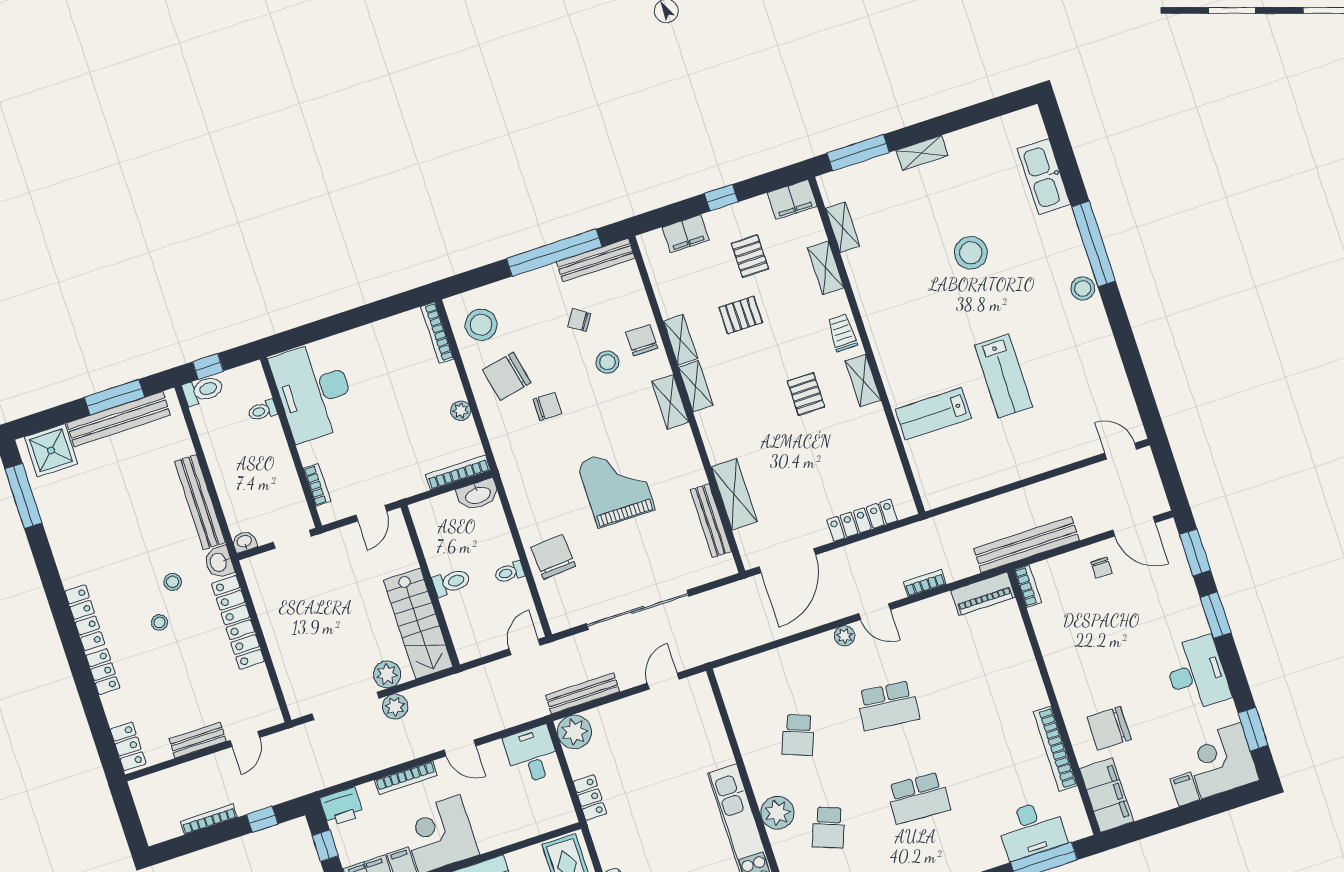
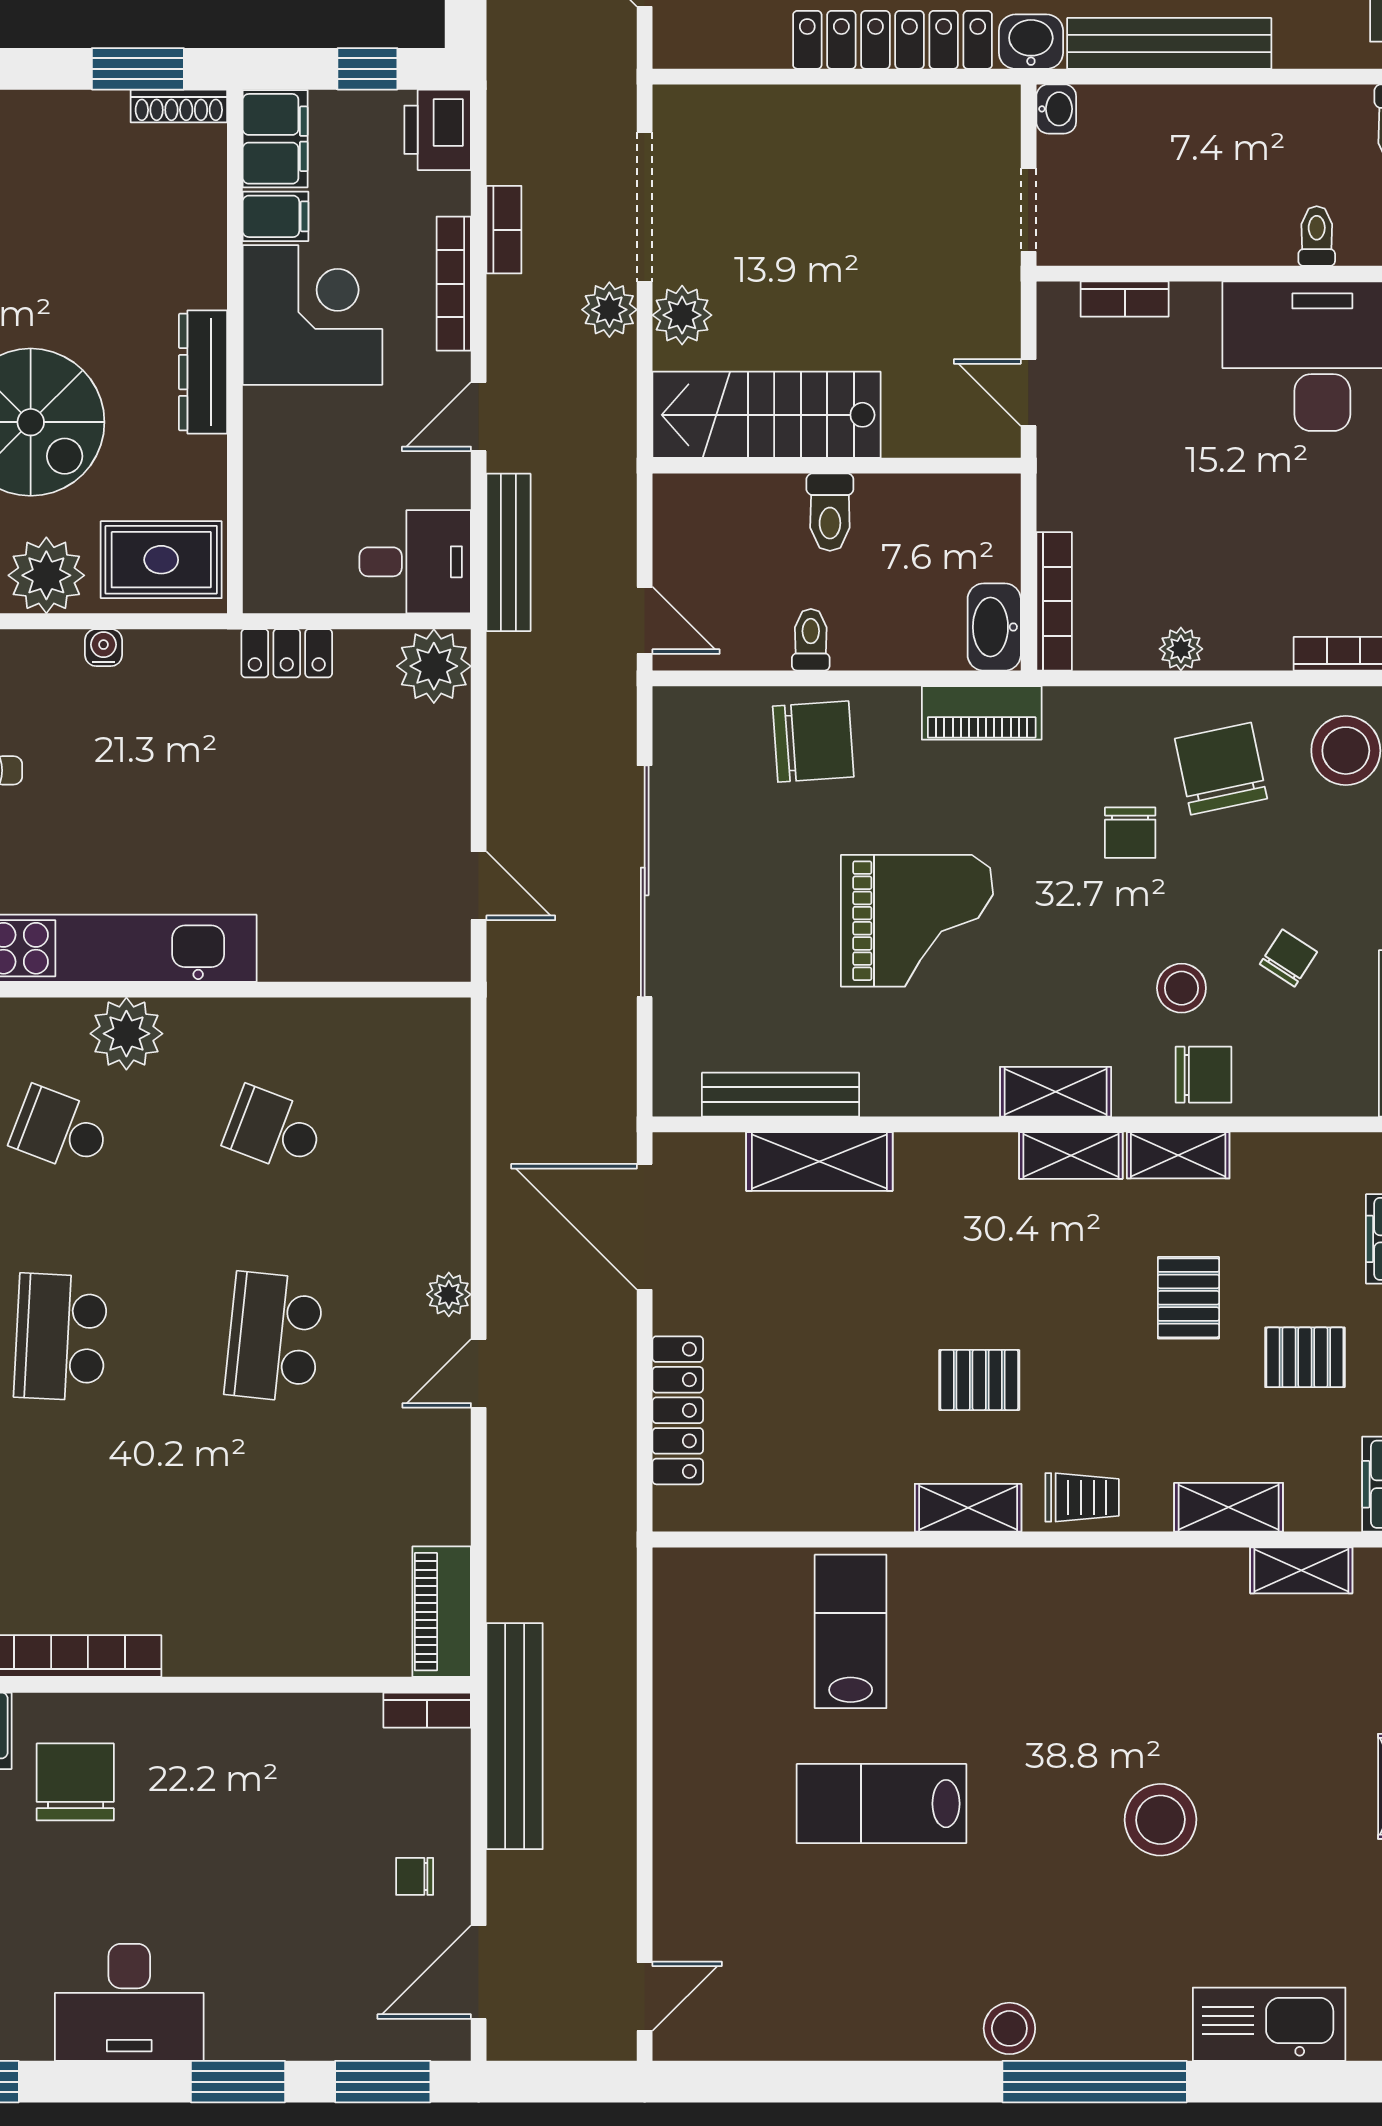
piano: (517, 488) -> (982, 713), added
bookcase: (925, 583) -> (504, 230), moved
bench: (583, 693) -> (508, 552), moved

